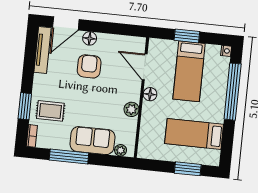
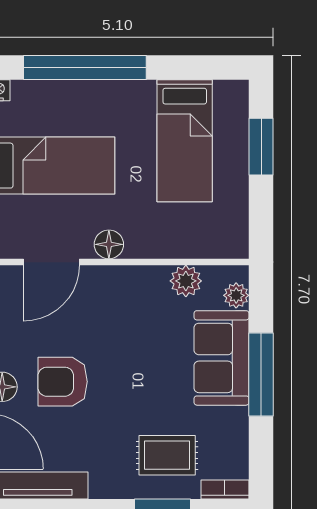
plant: (131, 109) -> (186, 281), moved
rug: (50, 111) -> (167, 455), turned 90
window: (69, 157) -> (261, 375), moved

